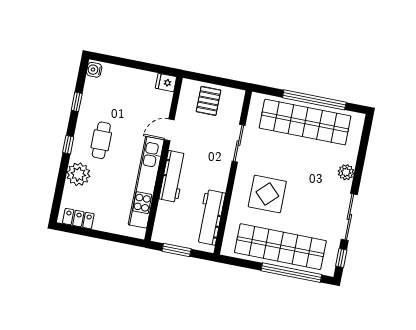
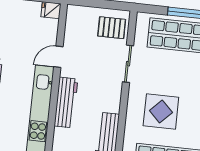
pallet: (208, 101) -> (112, 28), moved, turned 90

